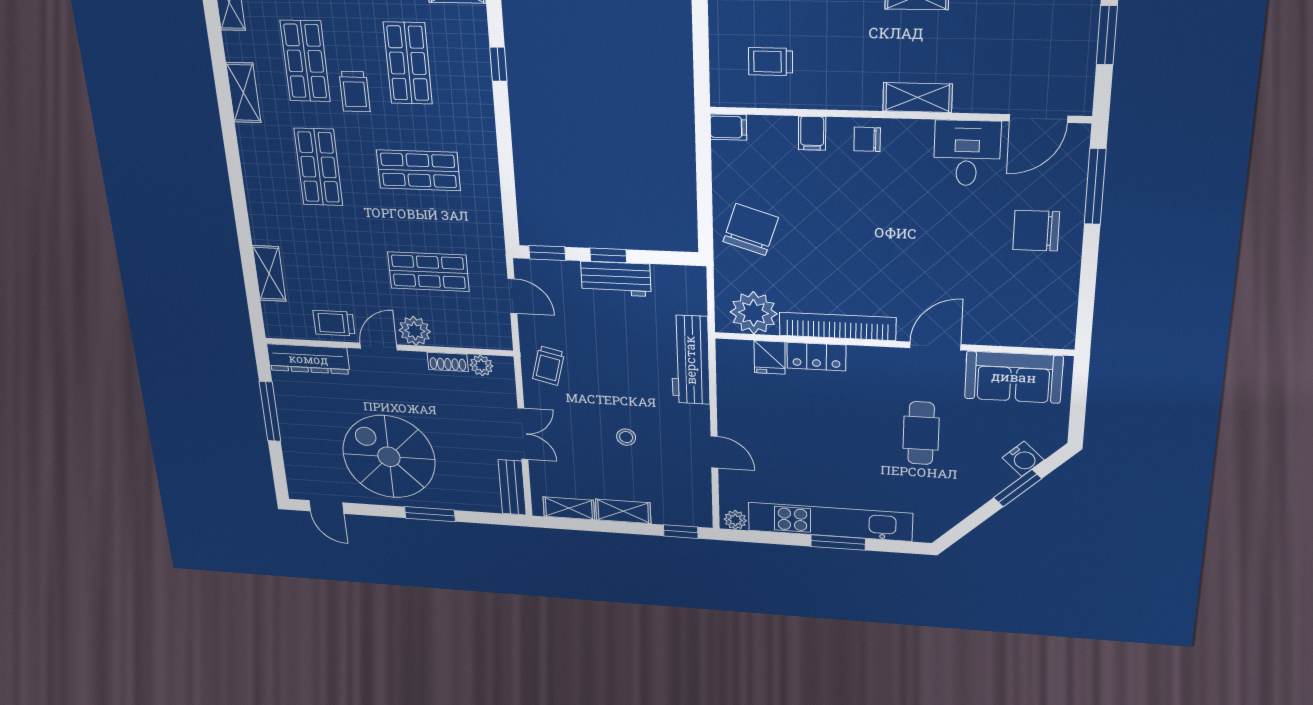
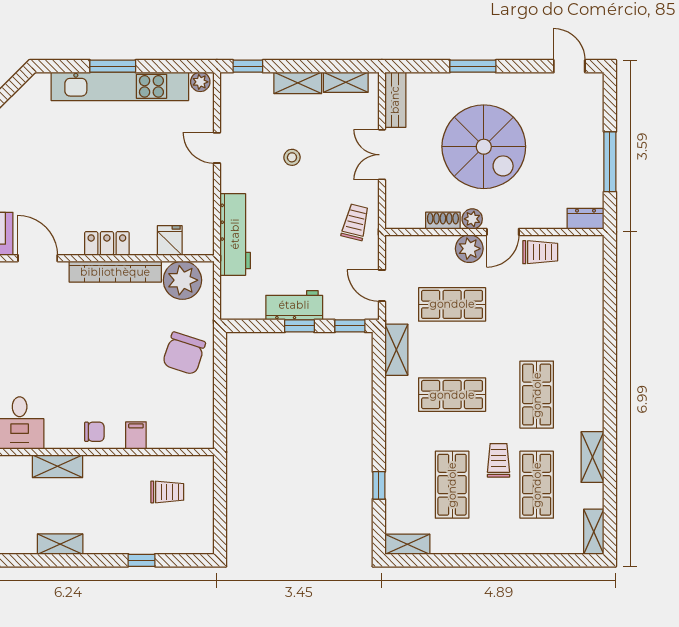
filing cabinet: (728, 127) -> (200, 439), removed
shelving: (269, 273) -> (396, 350), moved
door: (935, 346) -> (38, 258), swing flipped
locker: (816, 357) -> (107, 243), moved
dresser: (308, 359) -> (585, 219), width x0.51, depth x0.80
plant: (481, 365) -> (472, 219), moved
cafe table: (921, 433) -> (46, 178), removed
spiral stairs: (389, 457) -> (484, 147), moved

